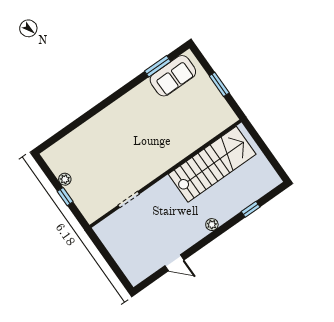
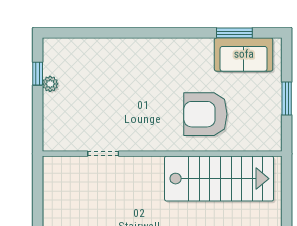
armchair: (175, 130) -> (205, 114), added
window: (65, 197) -> (38, 74), moved

